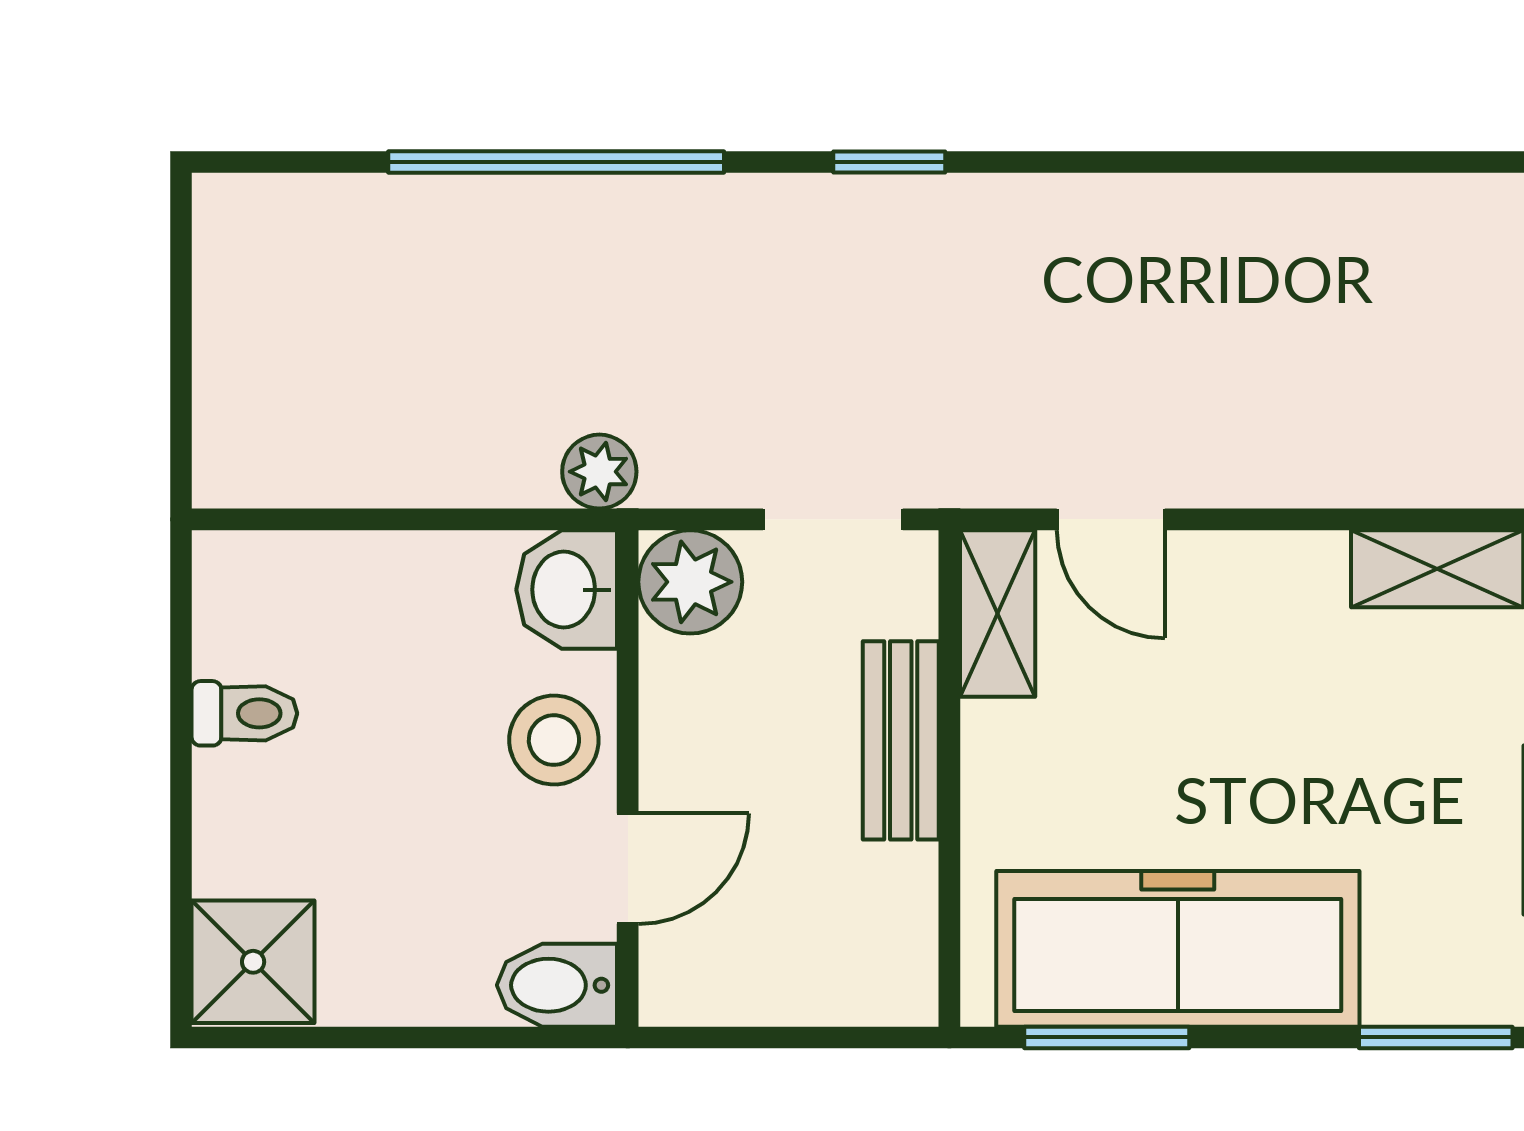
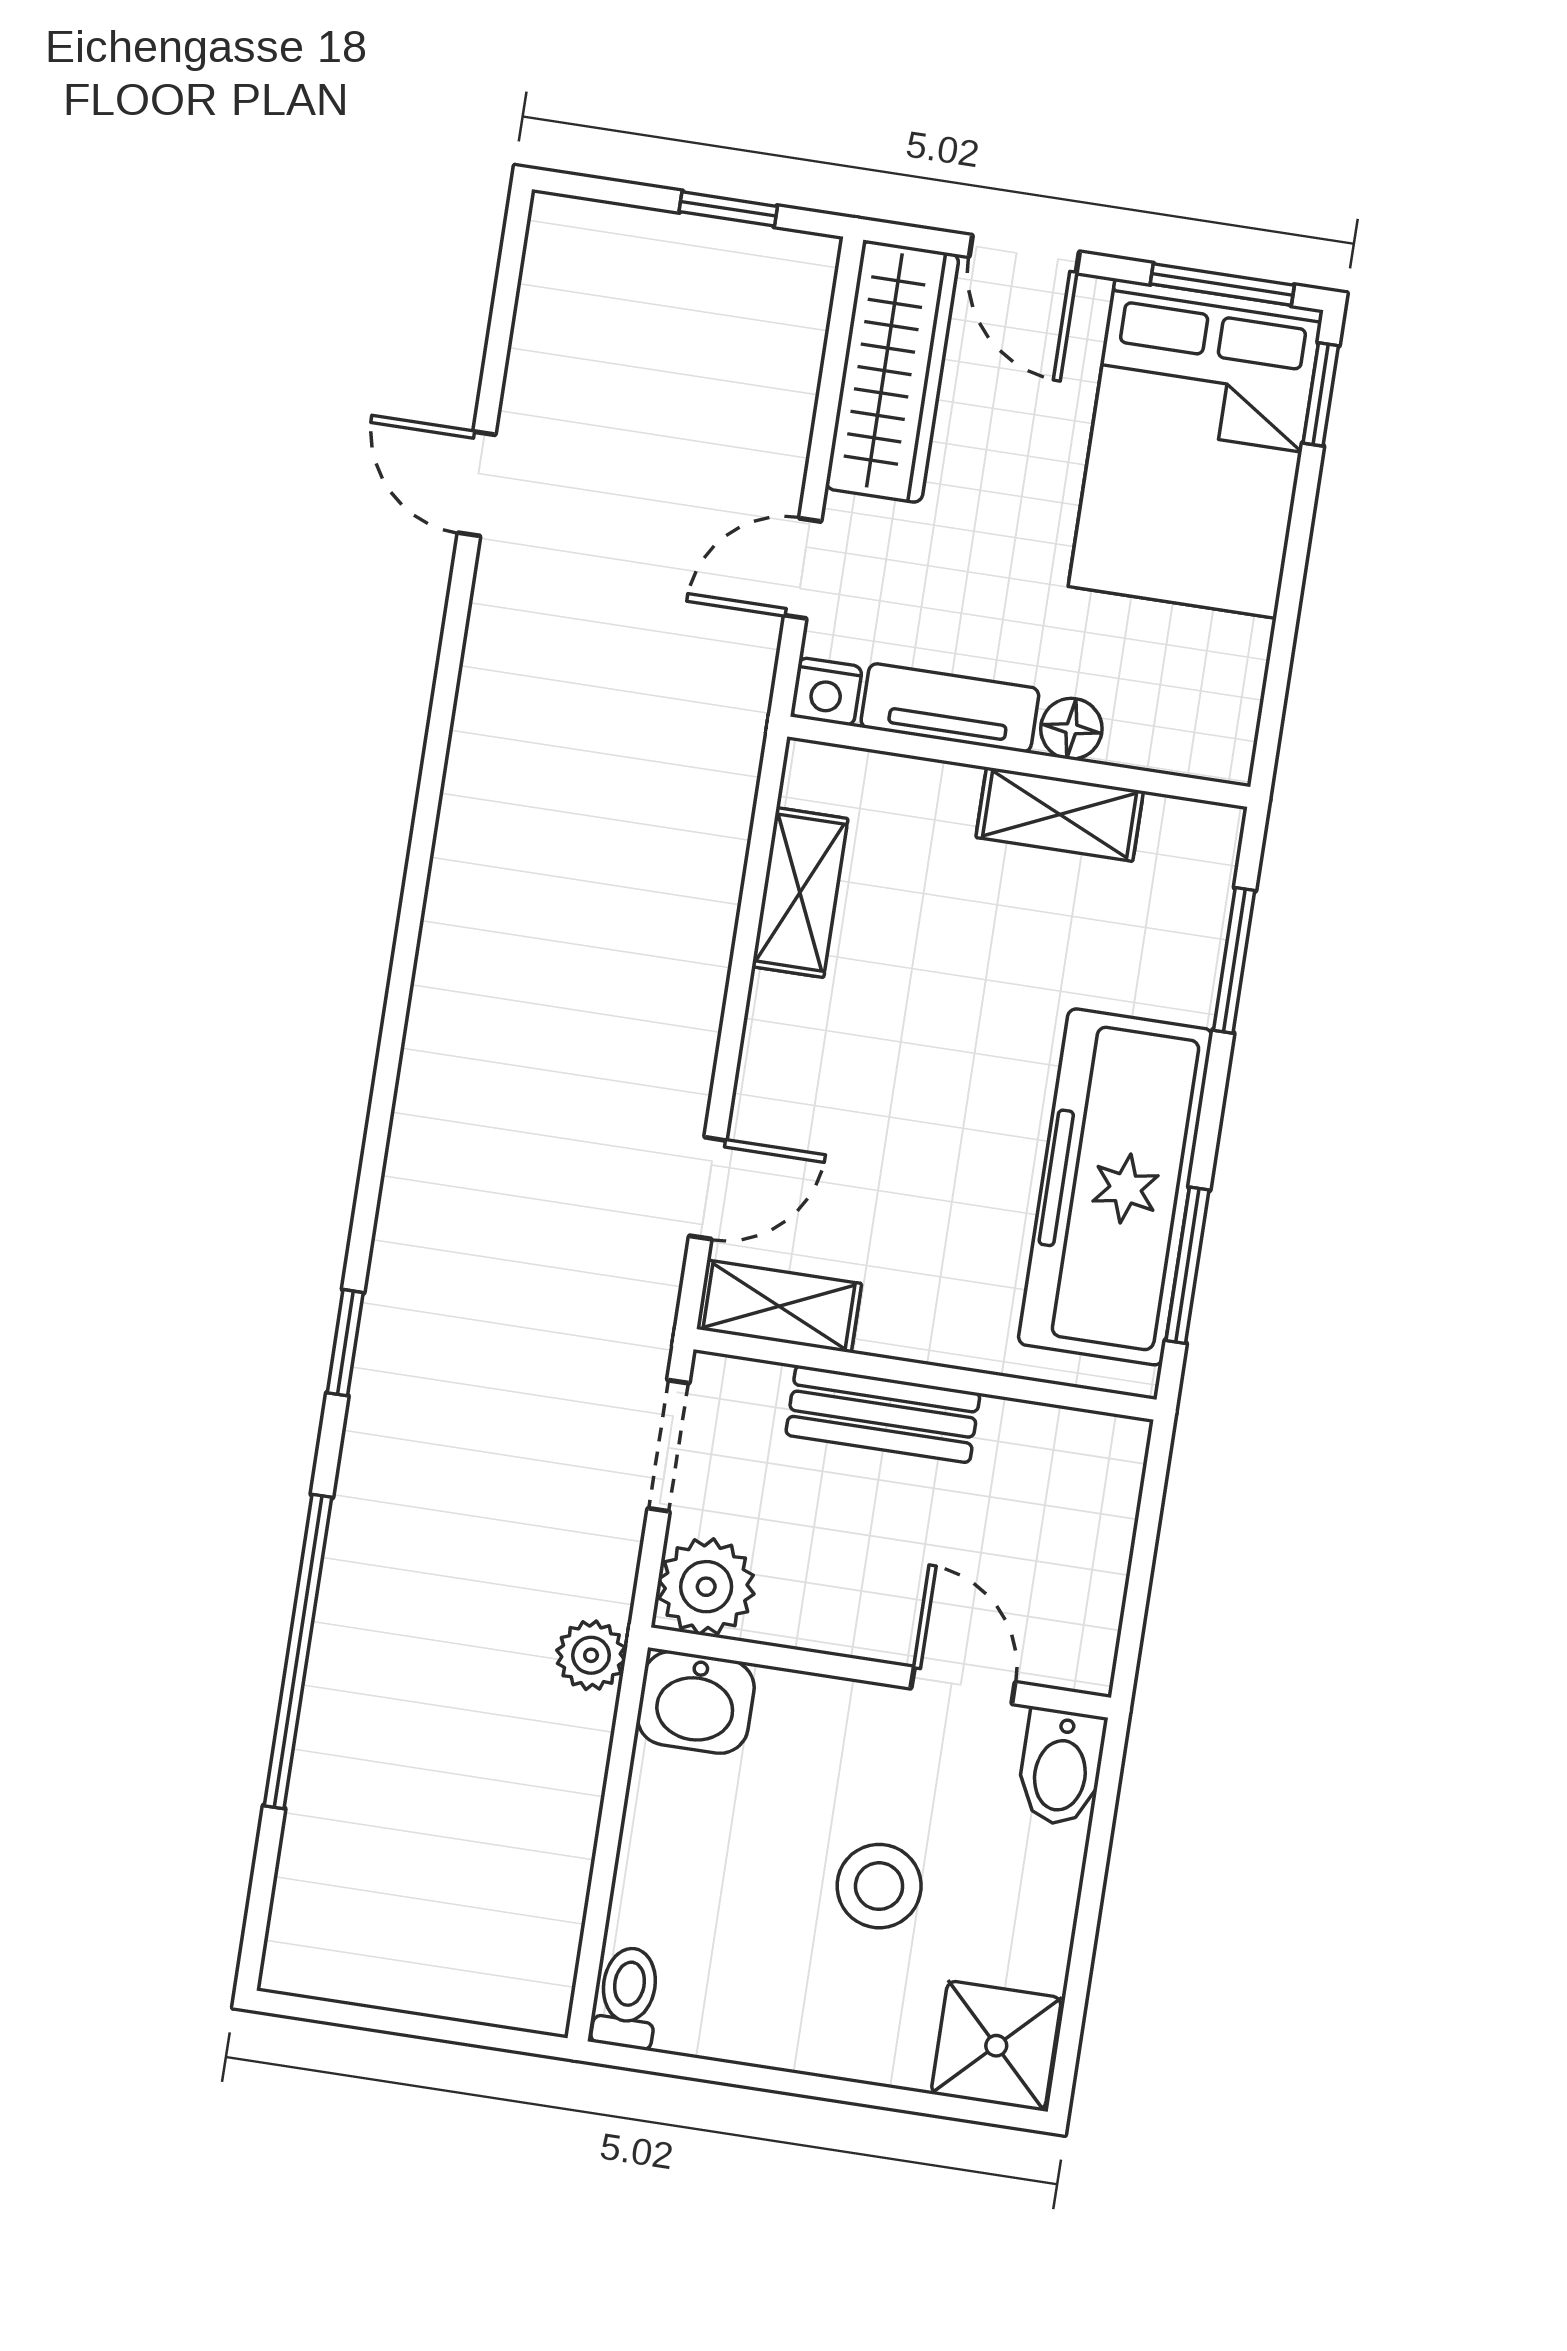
toilet: (244, 713) -> (627, 1997), moved
stool: (554, 740) -> (879, 1886), moved

